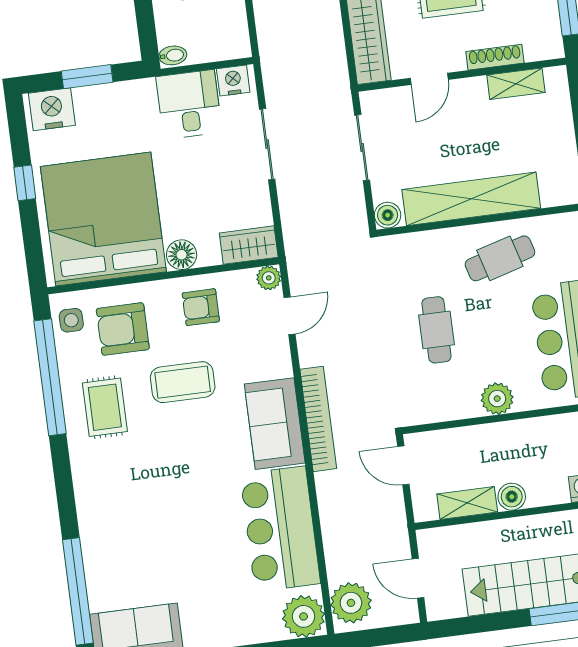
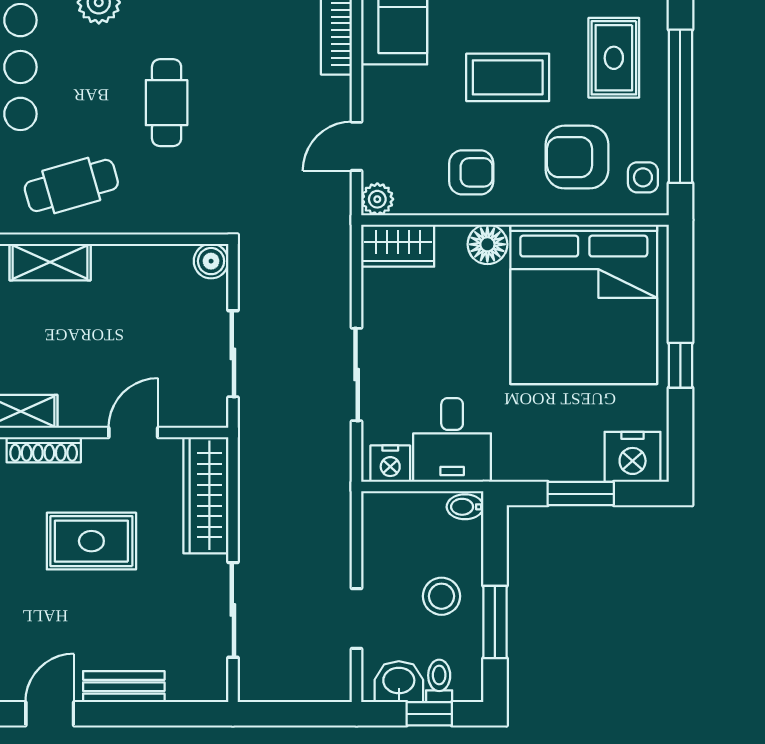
shelving: (471, 199) -> (50, 262), width x0.45, depth x0.75
armchair: (123, 329) -> (577, 157), turned 180

